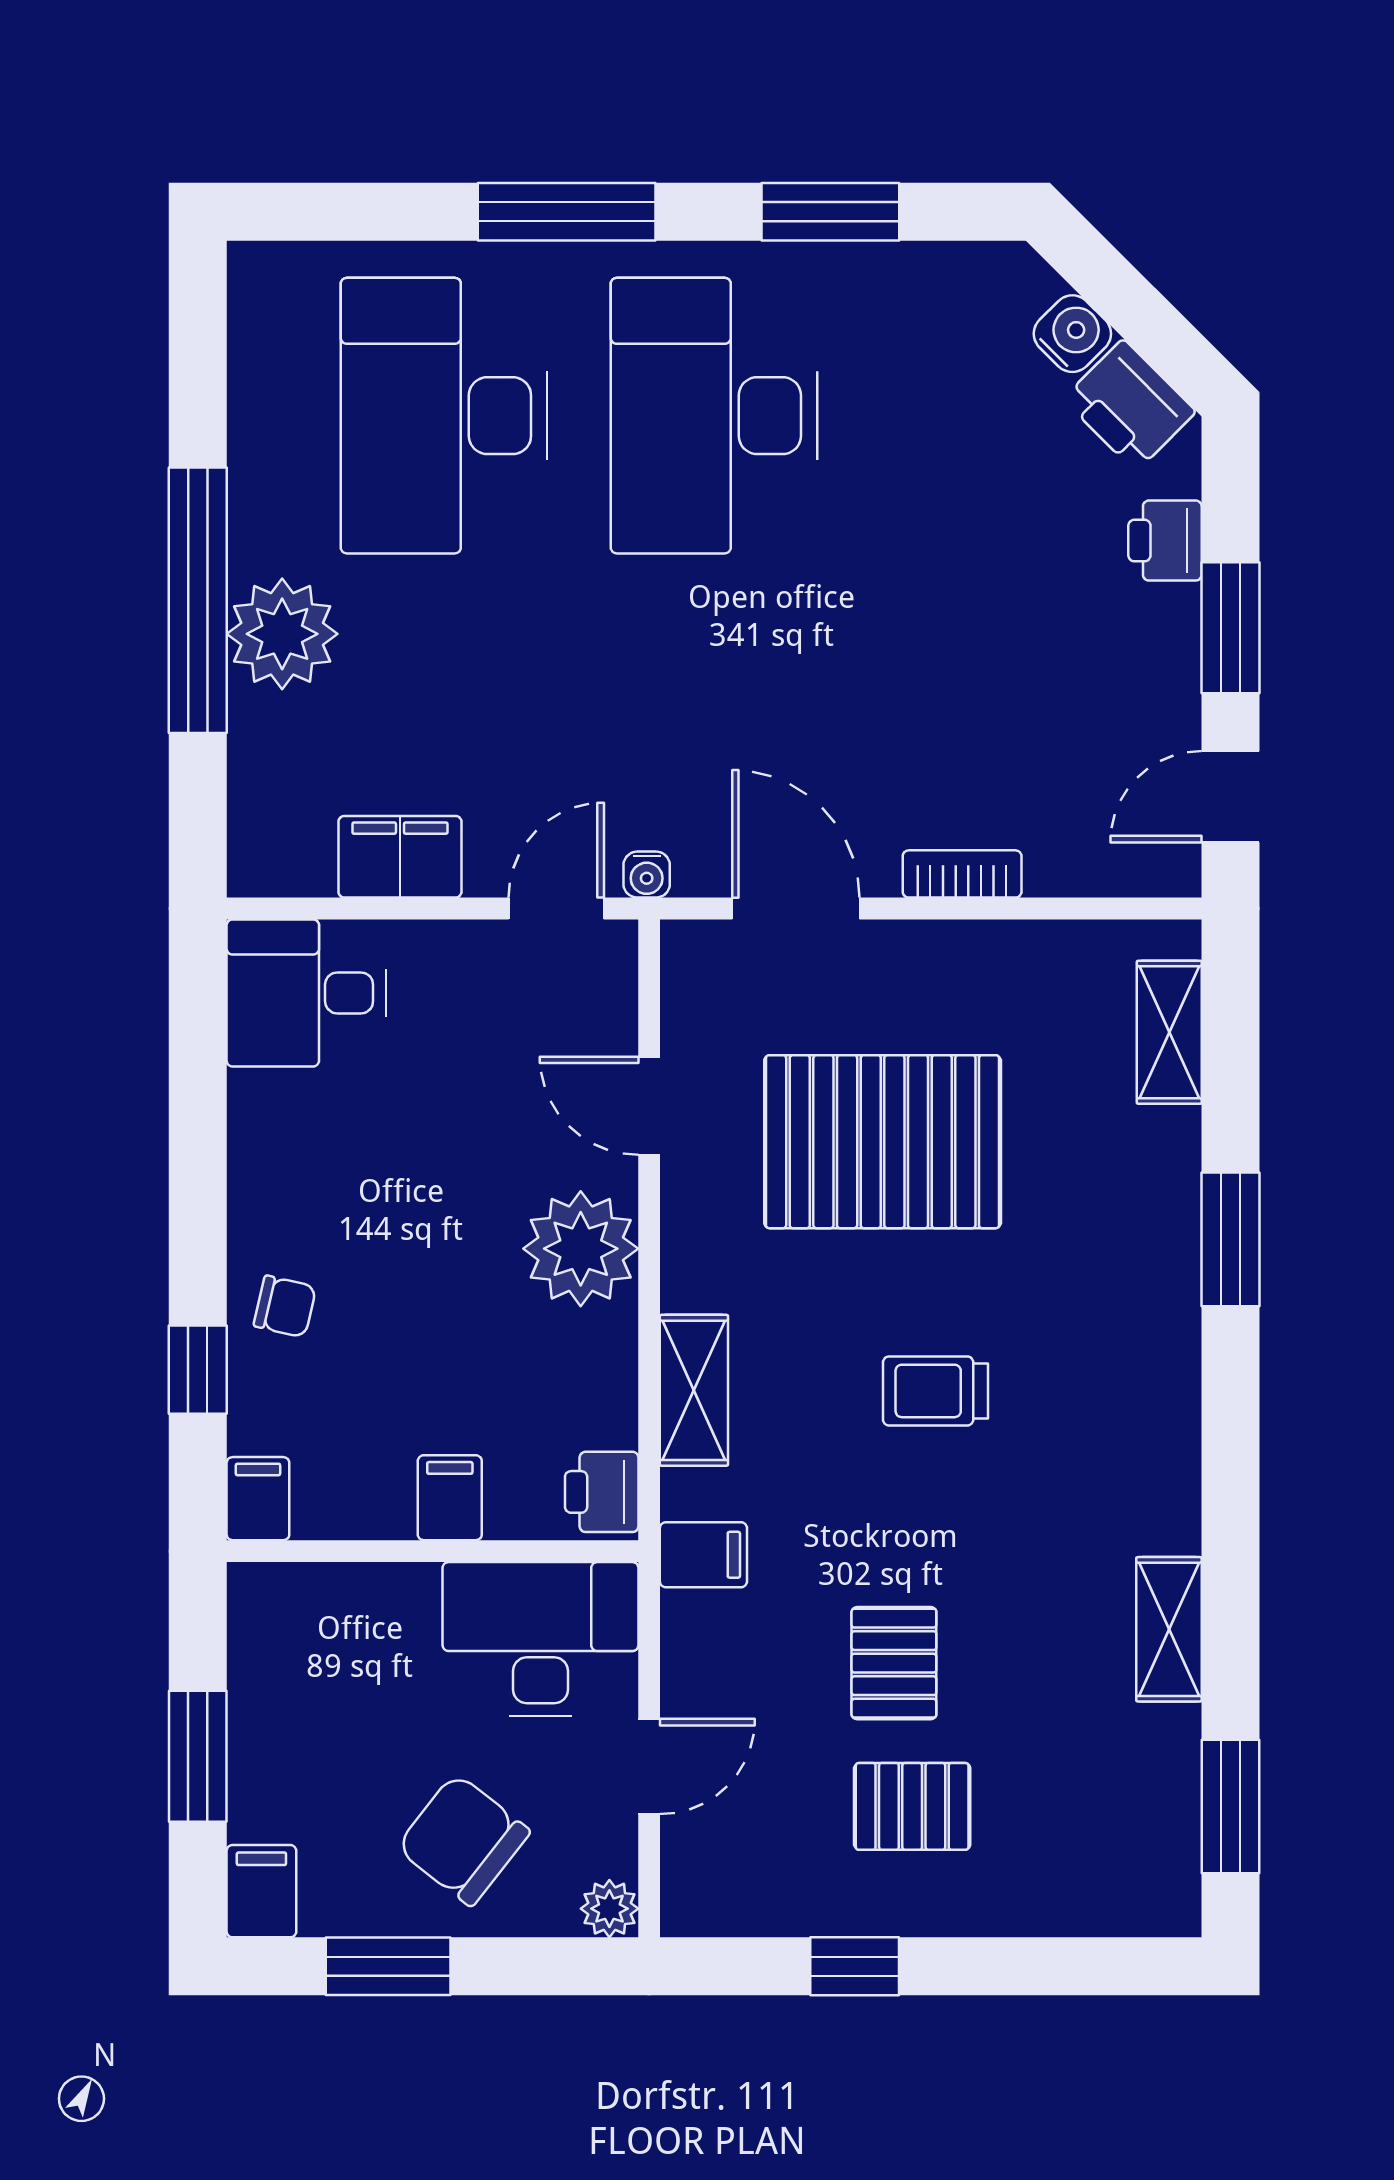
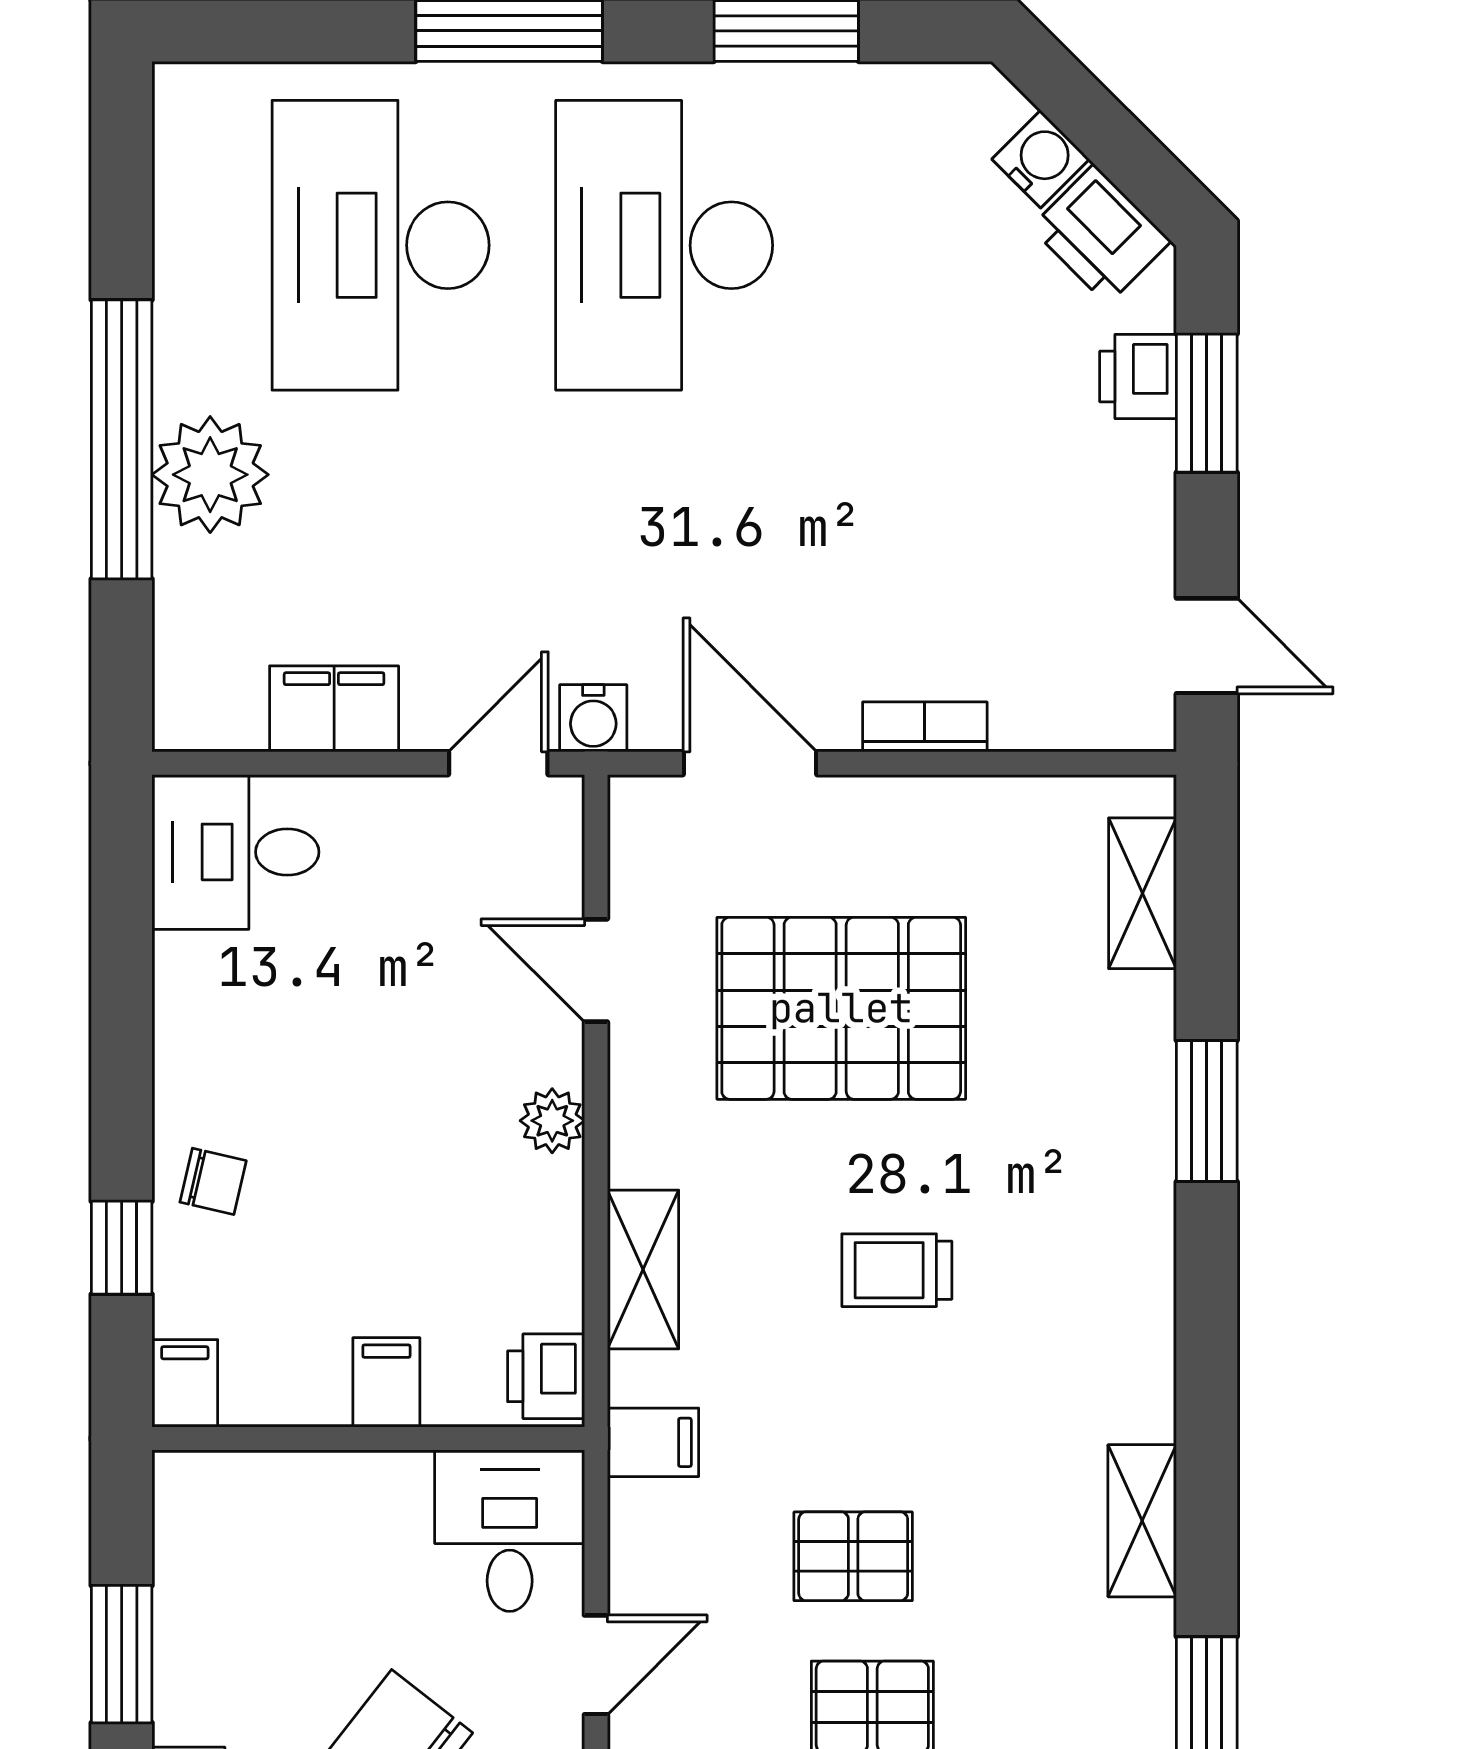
window: (1230, 628) -> (1207, 403), moved
door: (1230, 797) -> (1207, 646), swing flipped
water cooler: (647, 875) -> (593, 718), width x1.38, depth x1.38
plant: (581, 1249) -> (552, 1121), width x0.53, depth x0.53
desk: (540, 1639) -> (510, 1531), width x0.73
pallet: (894, 1663) -> (853, 1556), turned 90

